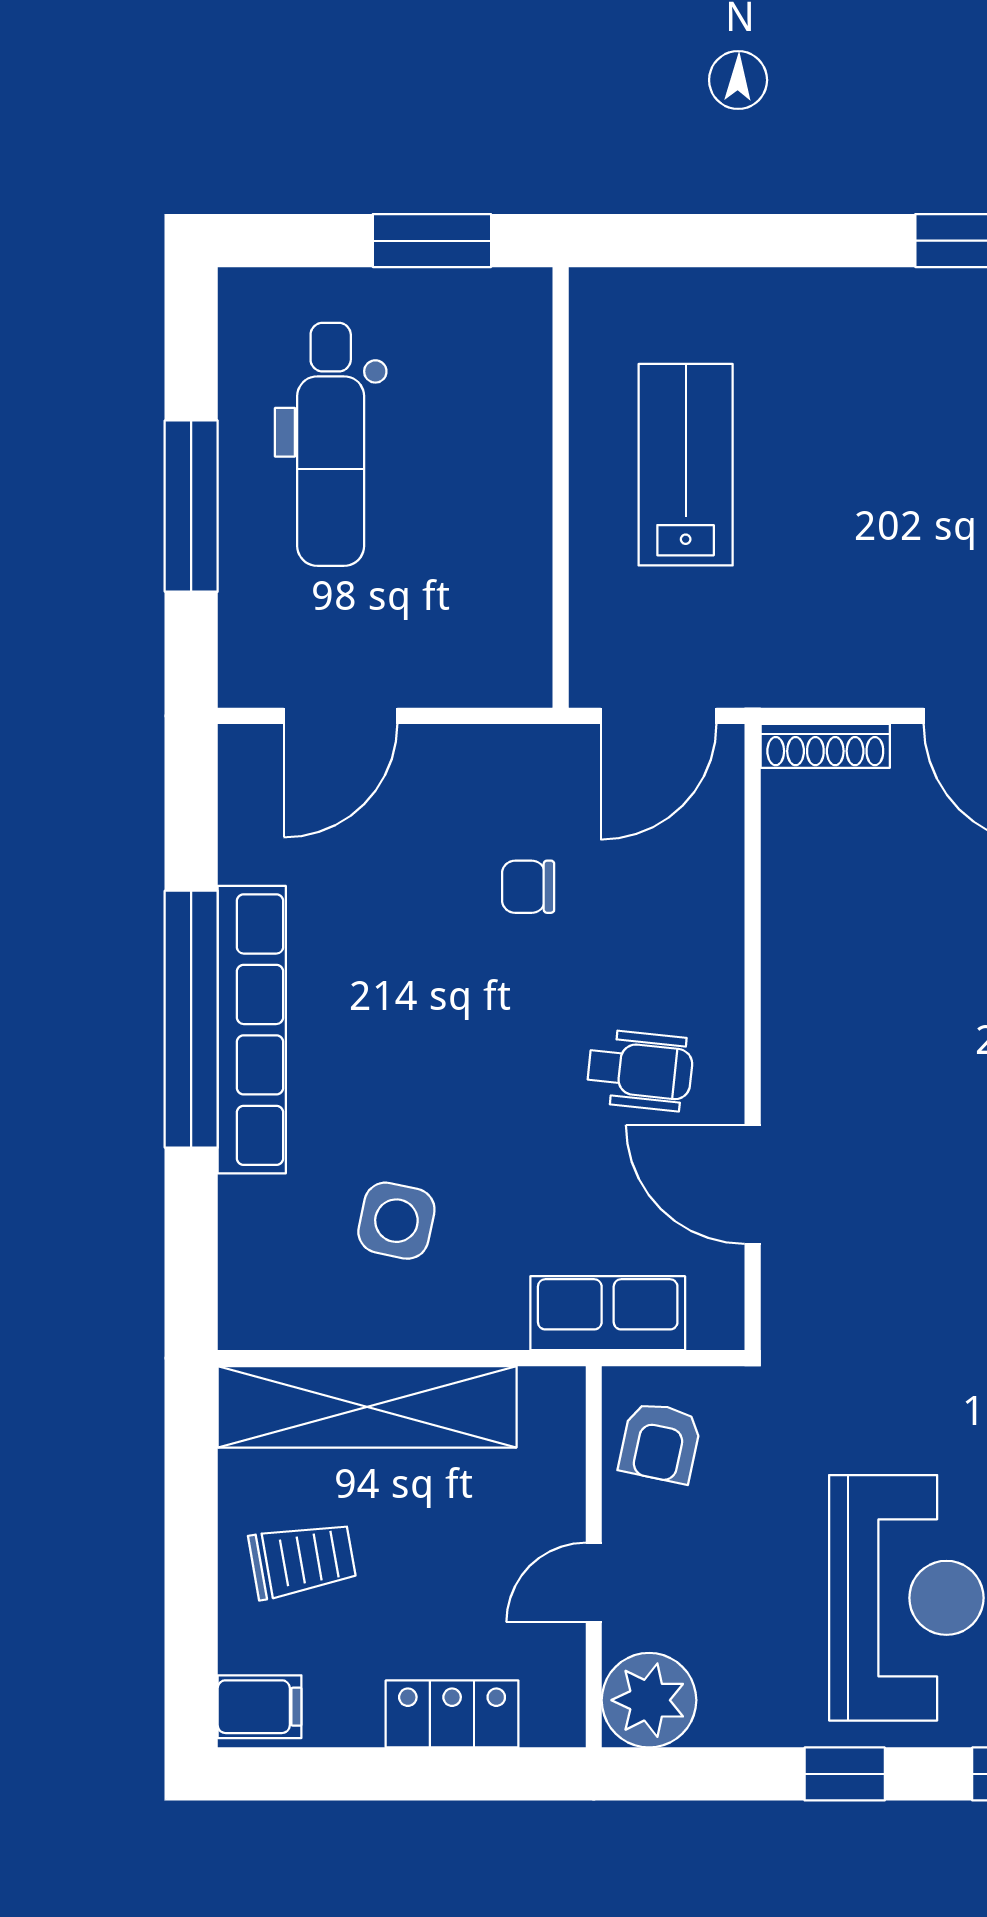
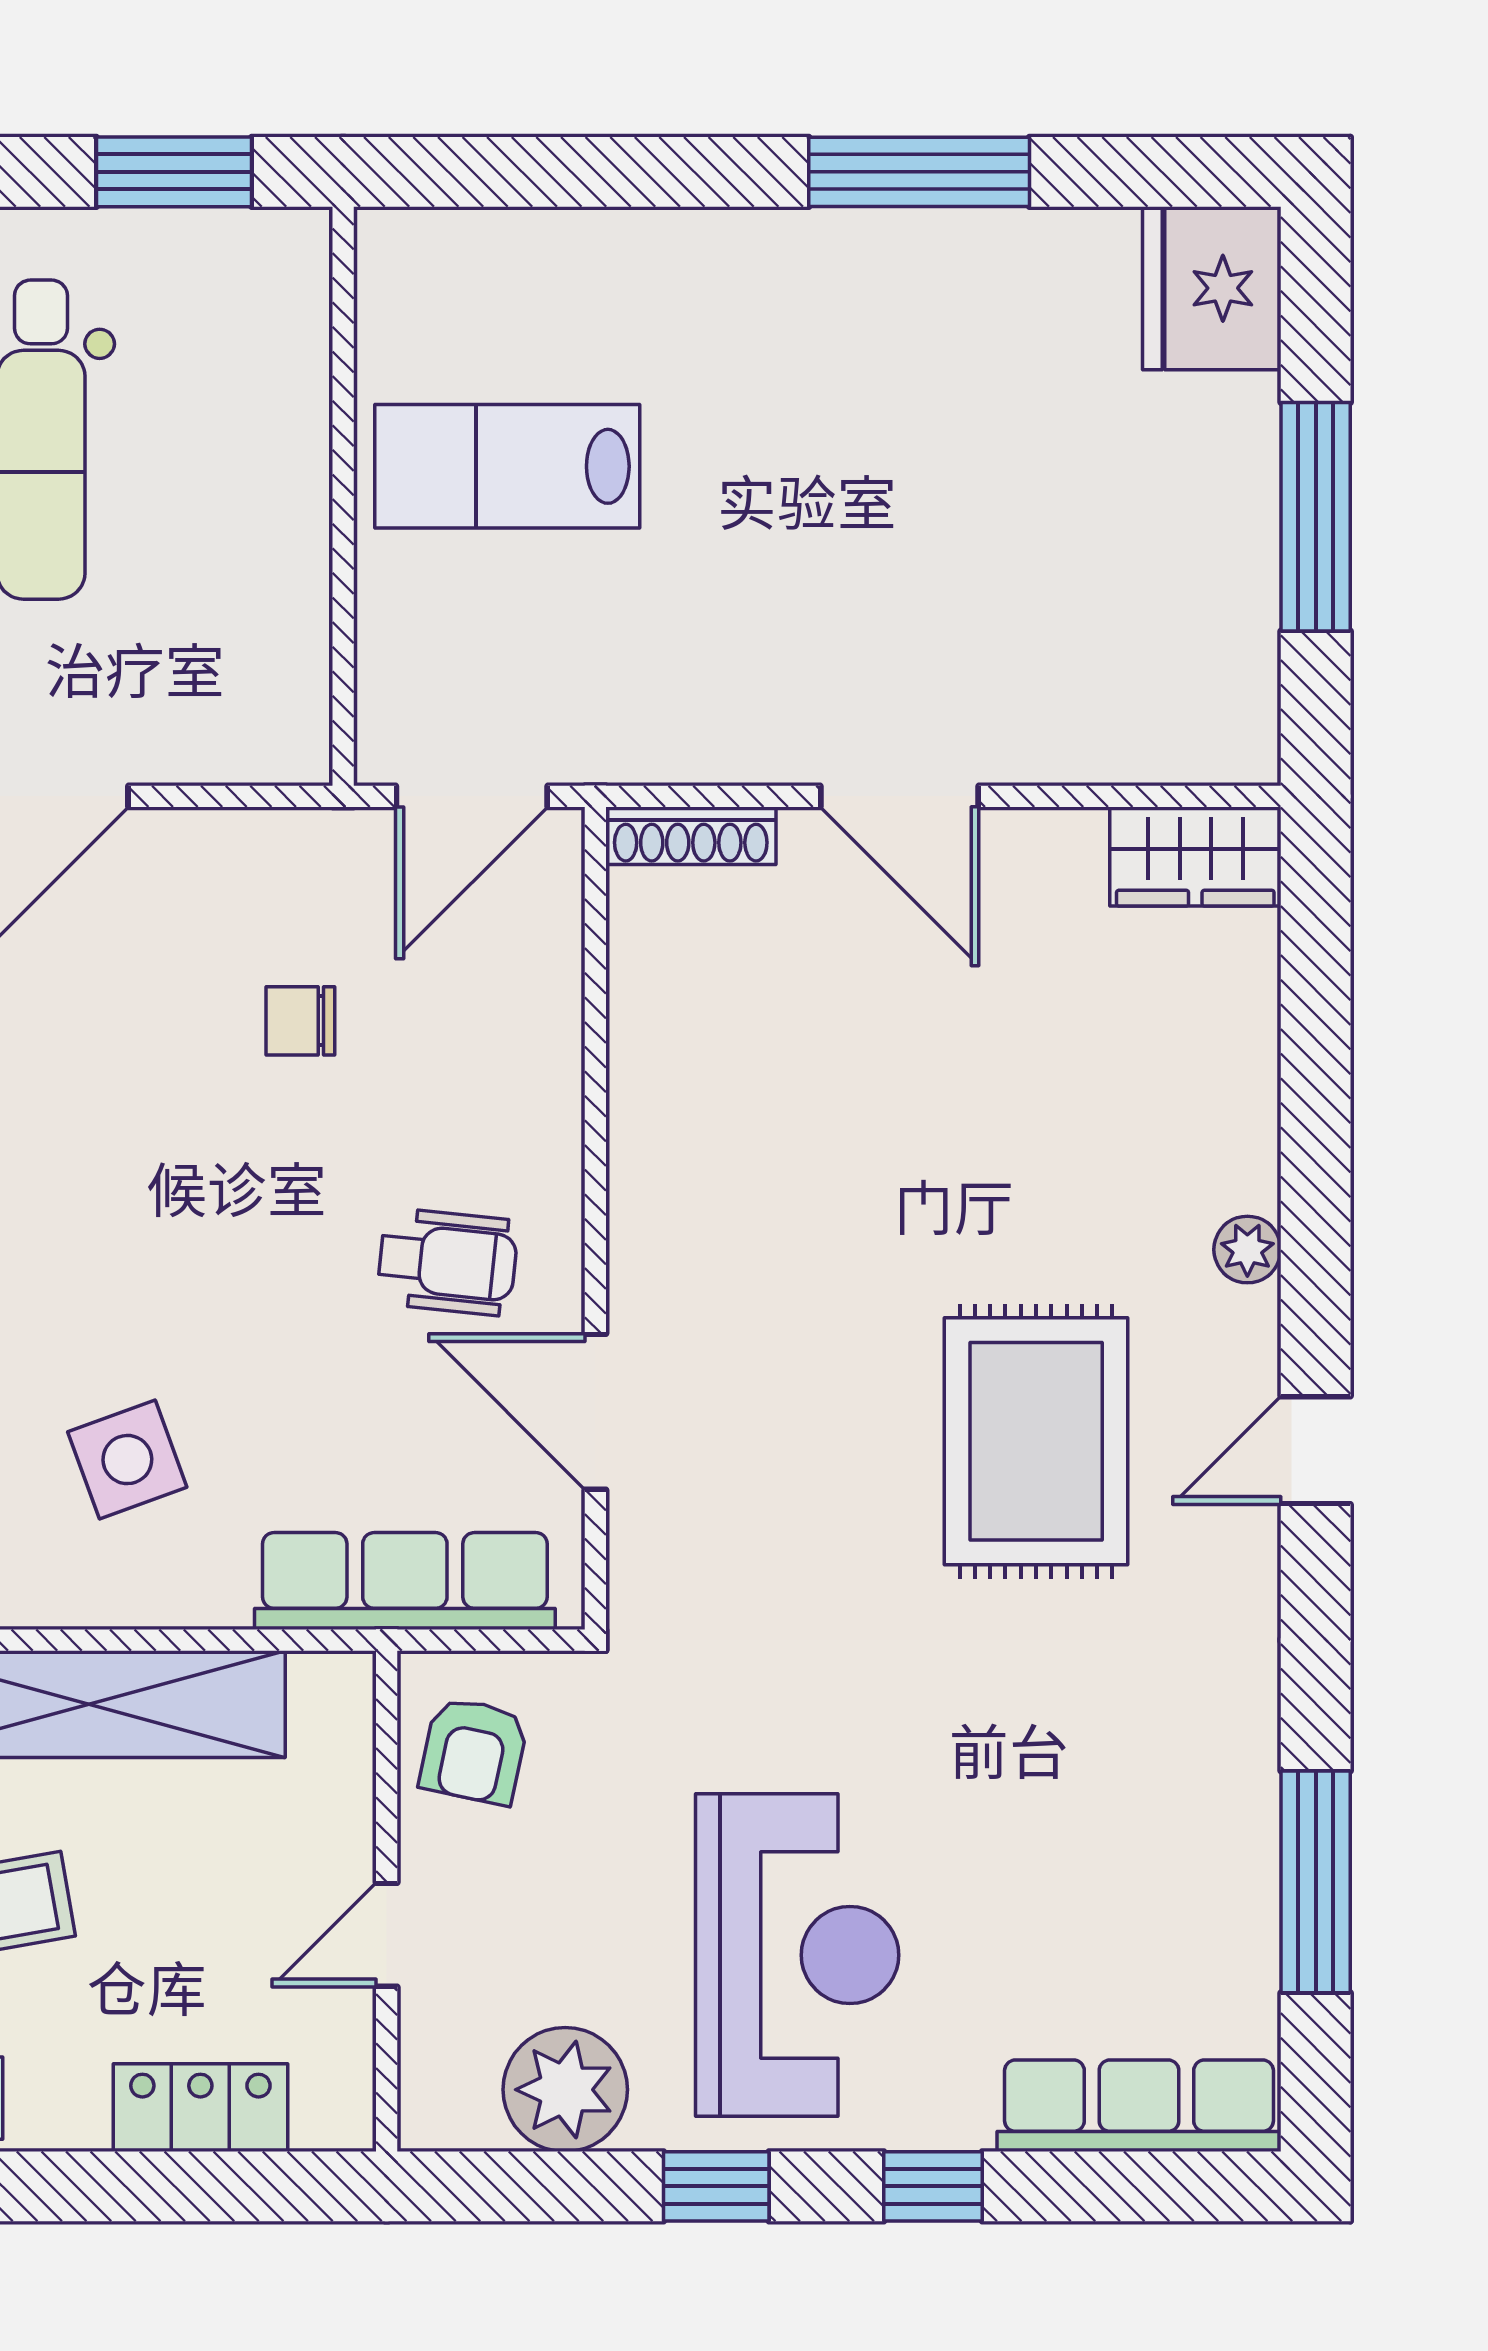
lab bench: (686, 465) -> (507, 466), turned -90
side table: (396, 1221) -> (127, 1460), turned -32
row of seats: (608, 1313) -> (405, 1581), width x1.48
plant: (649, 1700) -> (565, 2090), moved

